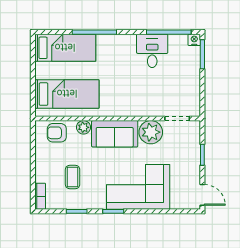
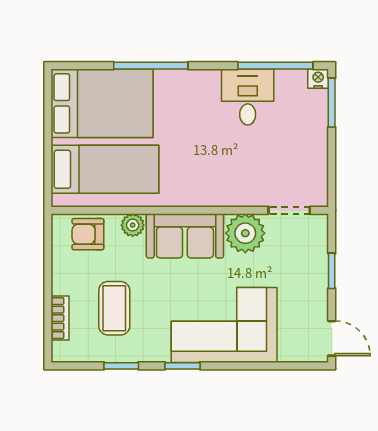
bed: (65, 48) -> (102, 103), width x1.50
coffee table: (73, 177) -> (114, 308), width x1.36, depth x1.30
bookcase: (40, 196) -> (60, 318), moved

